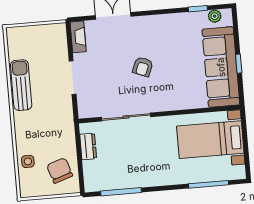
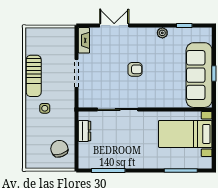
plant: (215, 16) -> (162, 33), moved
armchair: (143, 67) -> (135, 69), turned -112
sun lounger: (21, 85) -> (34, 76), turned 180
side table: (28, 161) -> (45, 108), moved

